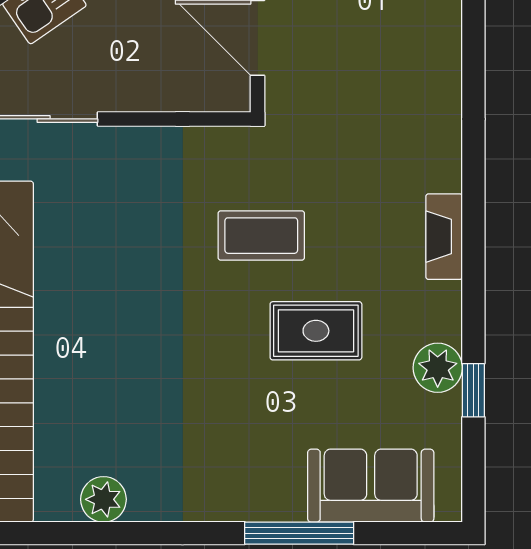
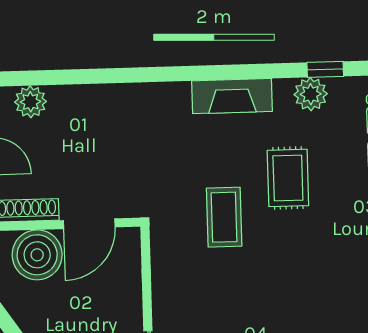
fireplace: (444, 237) -> (232, 96), width x1.37, depth x1.32

